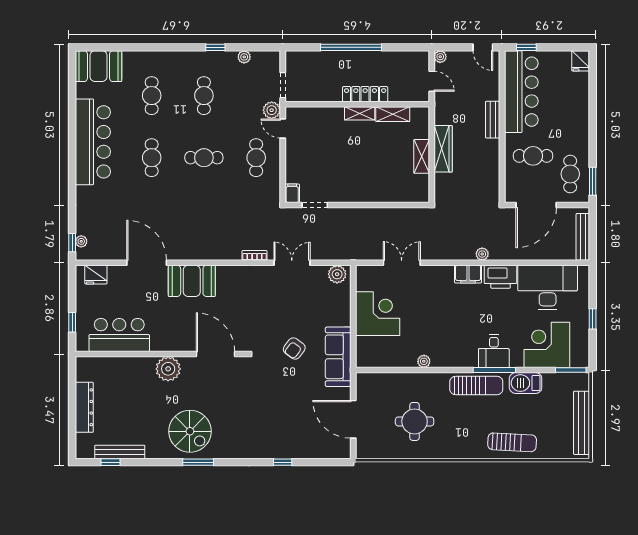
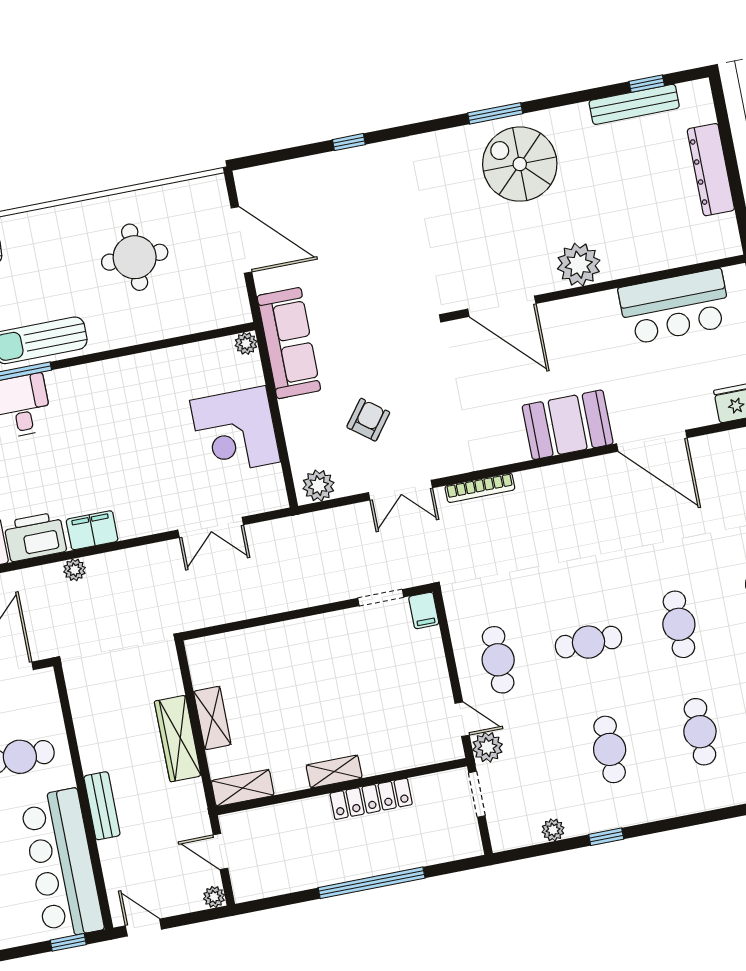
locker: (365, 94) -> (371, 799), moved
shelving: (393, 114) -> (243, 788), moved
bookcase: (255, 255) -> (480, 488), width x1.56
armchair: (294, 348) -> (368, 420), moved
plant: (424, 361) -> (246, 343), moved

